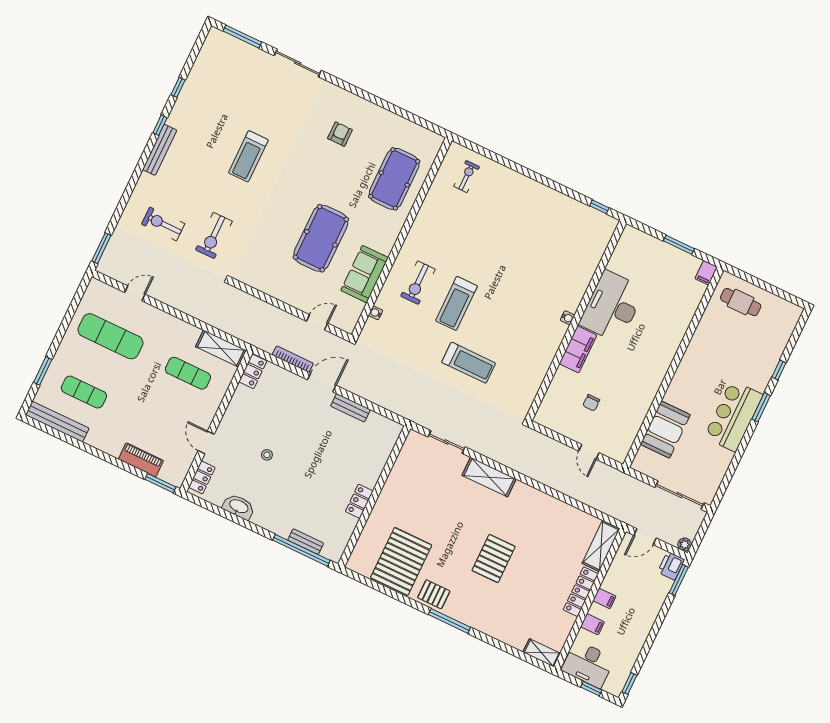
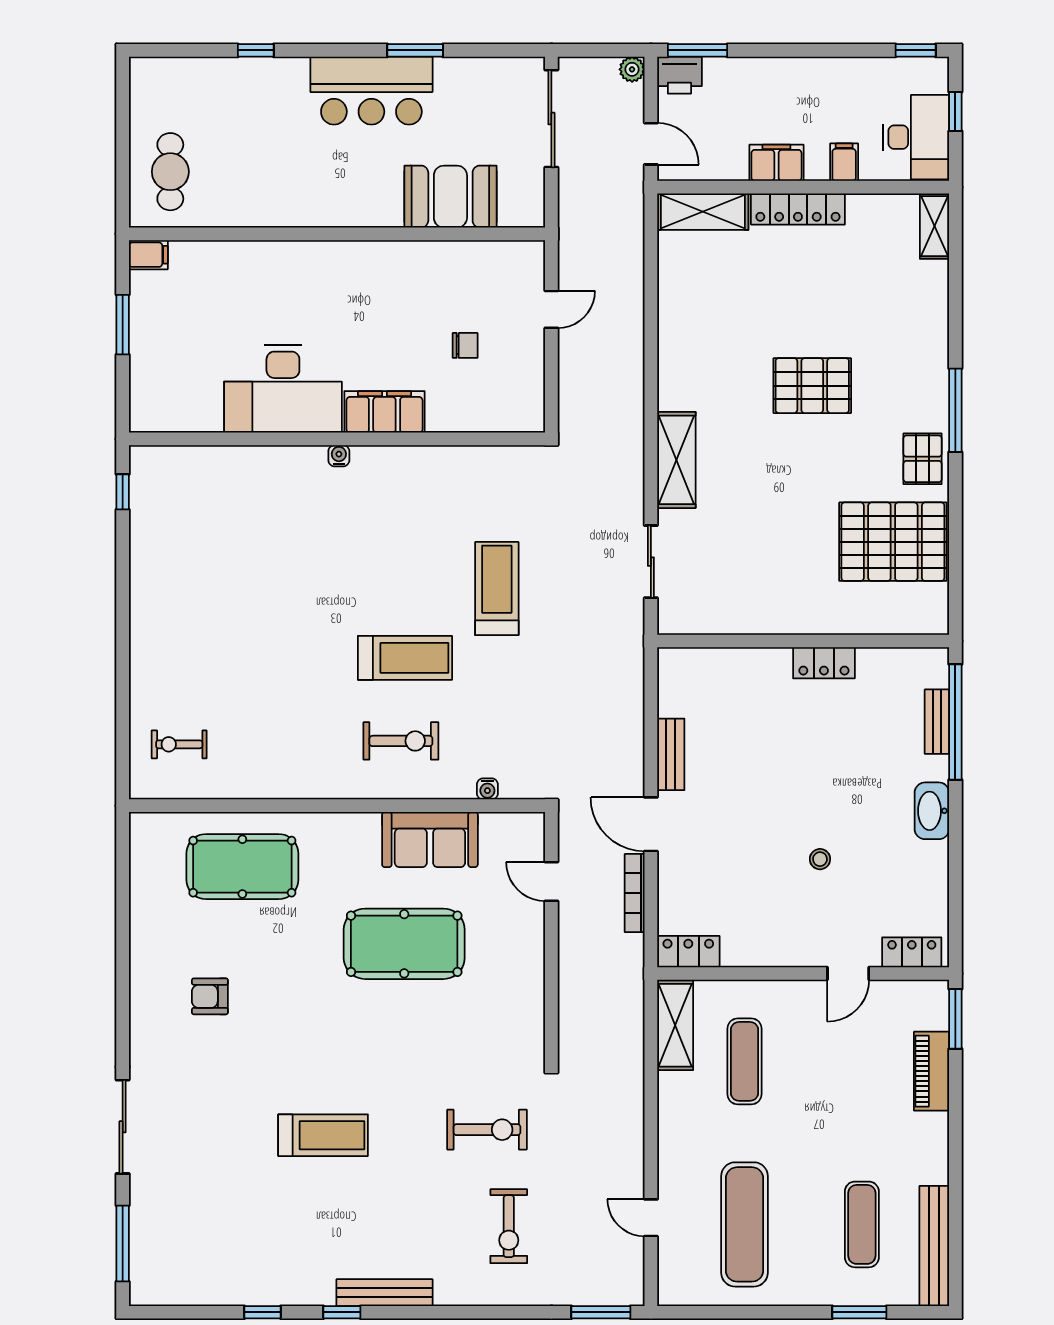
window: (761, 407) -> (415, 50), moved
washbasin: (239, 507) -> (932, 811), moved
filing cabinet: (604, 598) -> (776, 163), width x2.00

